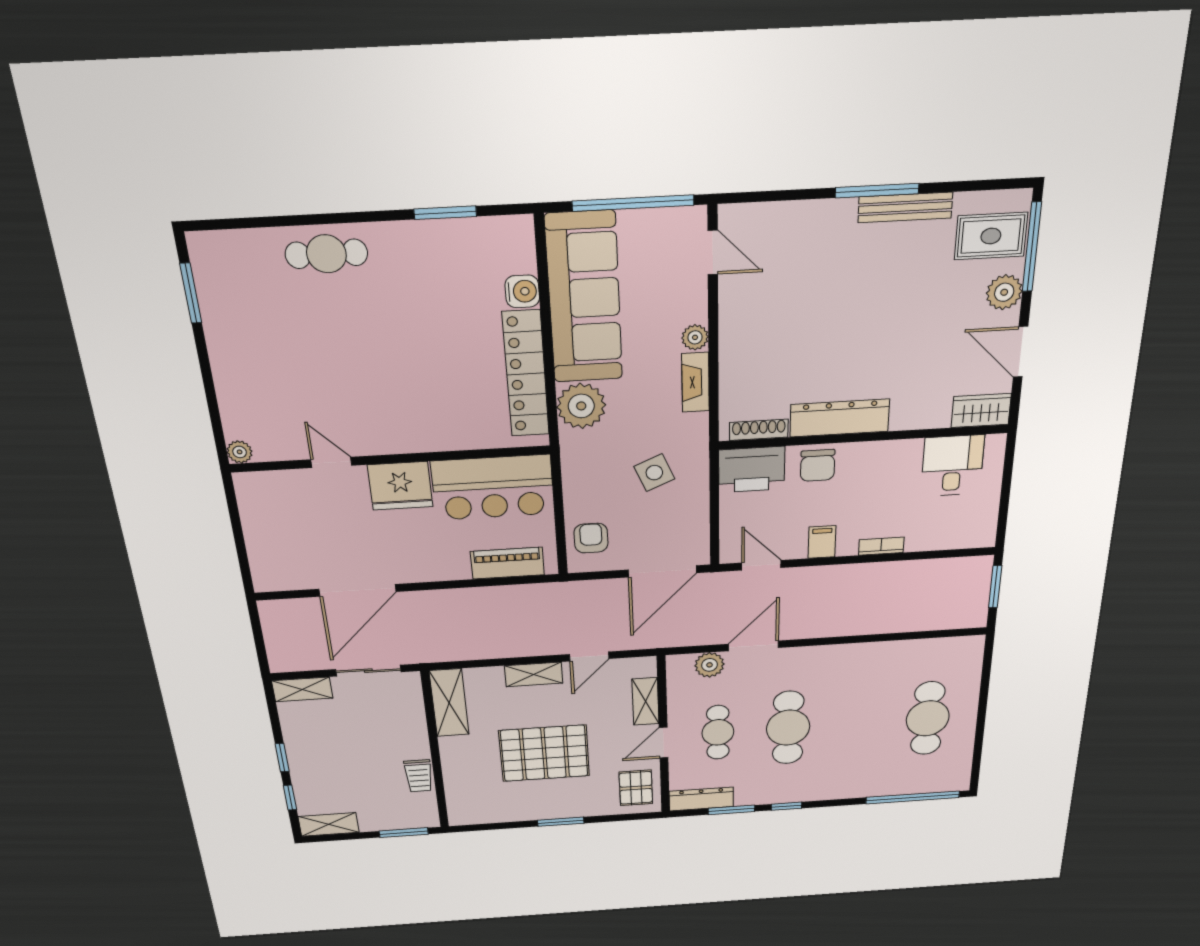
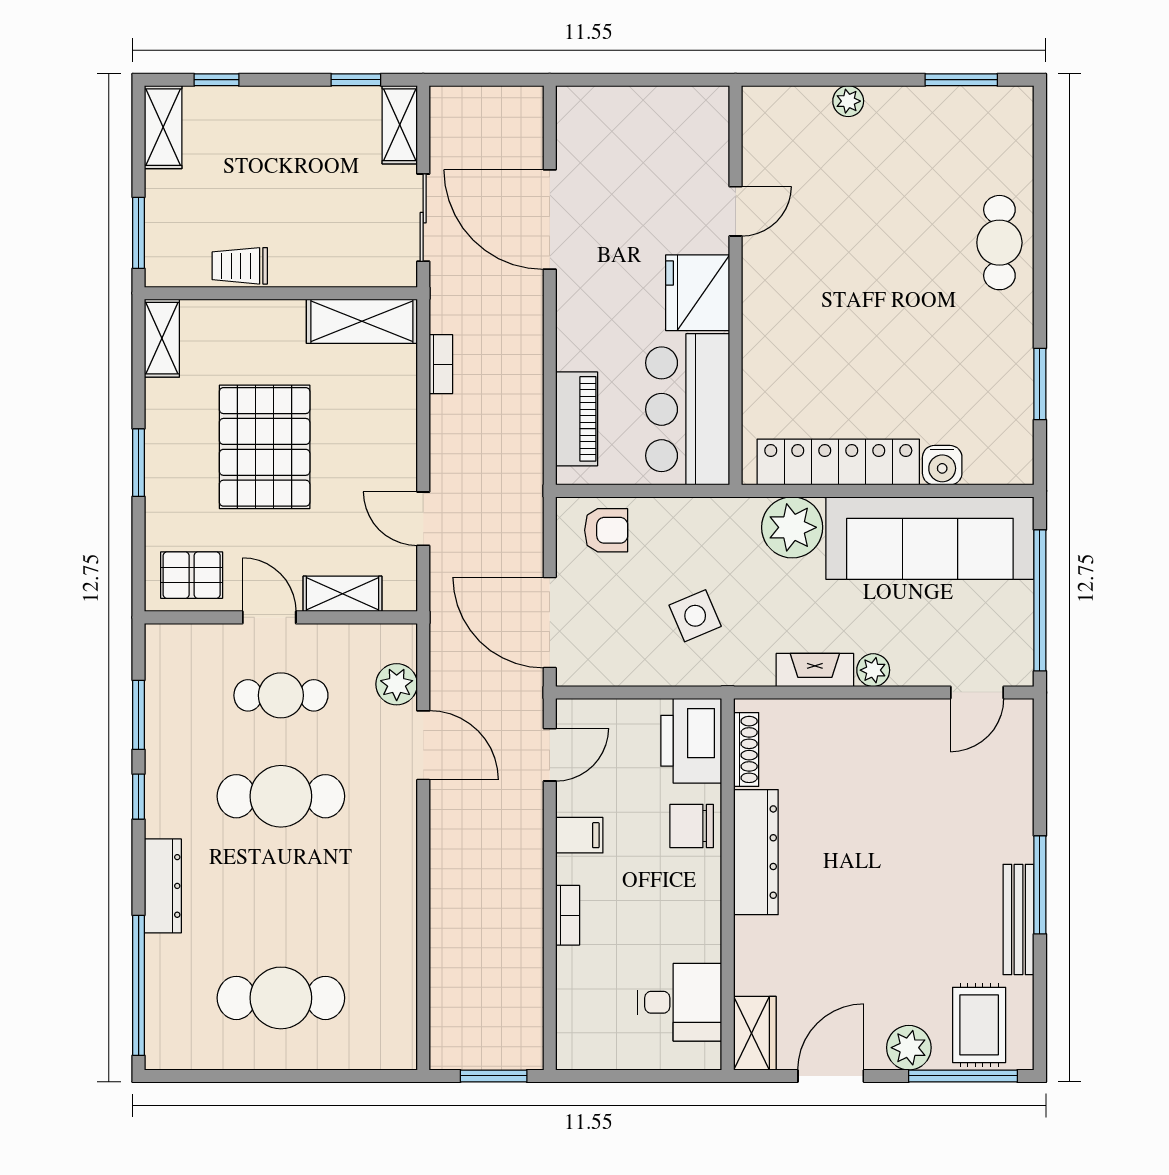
plant: (240, 452) -> (848, 101), moved
bookcase: (475, 653) -> (441, 364), added
shelving: (534, 674) -> (162, 338), moved
window: (282, 758) -> (356, 80), moved
dresser: (701, 799) -> (163, 886), moved

